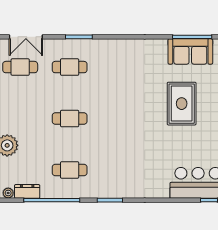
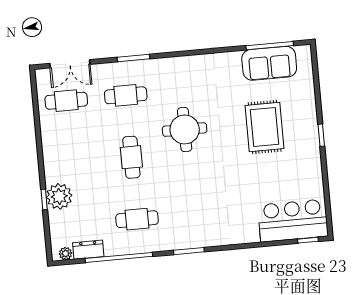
round table: (116, 100) -> (185, 129), added
cafe table: (70, 119) -> (131, 157), turned 90

